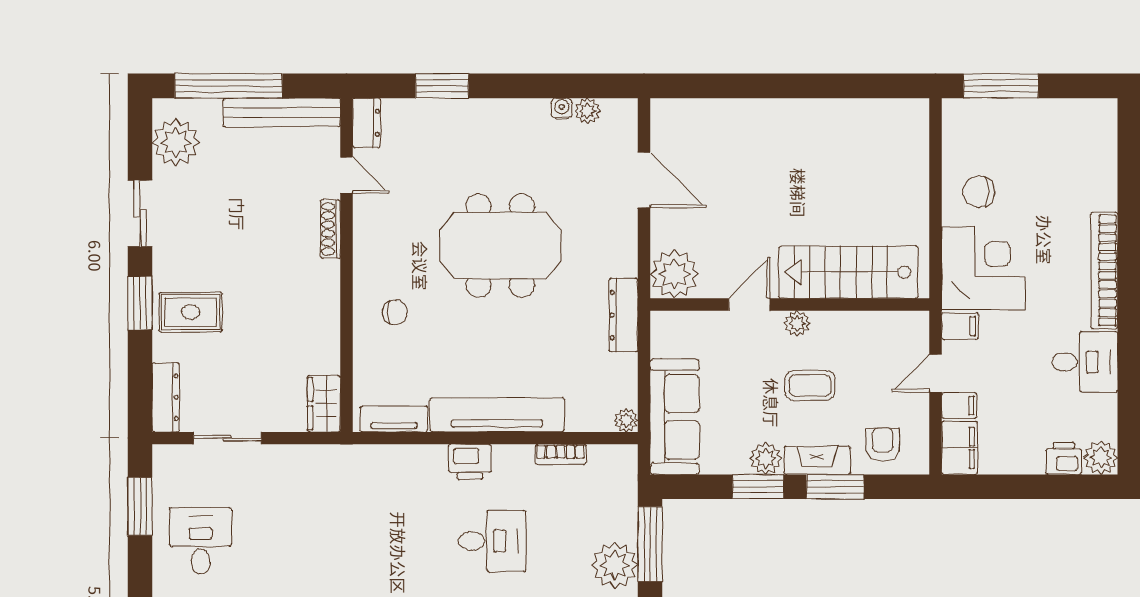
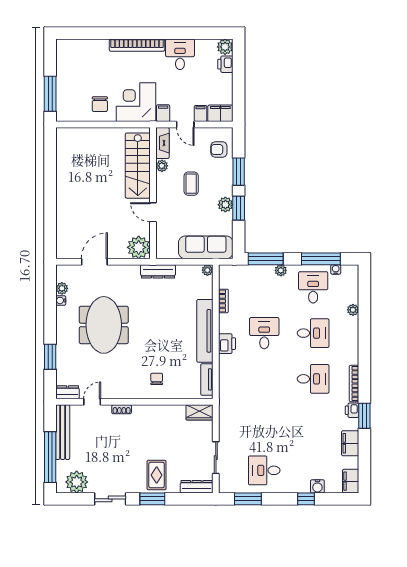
shoe rack: (330, 229) -> (122, 409), width x0.70
meeting table: (500, 246) -> (104, 325), moved
plant: (797, 323) -> (162, 166), moved
fireplace: (817, 460) -> (162, 143), moved, turned 180
plant: (615, 565) -> (281, 270), width x0.53, depth x0.53

